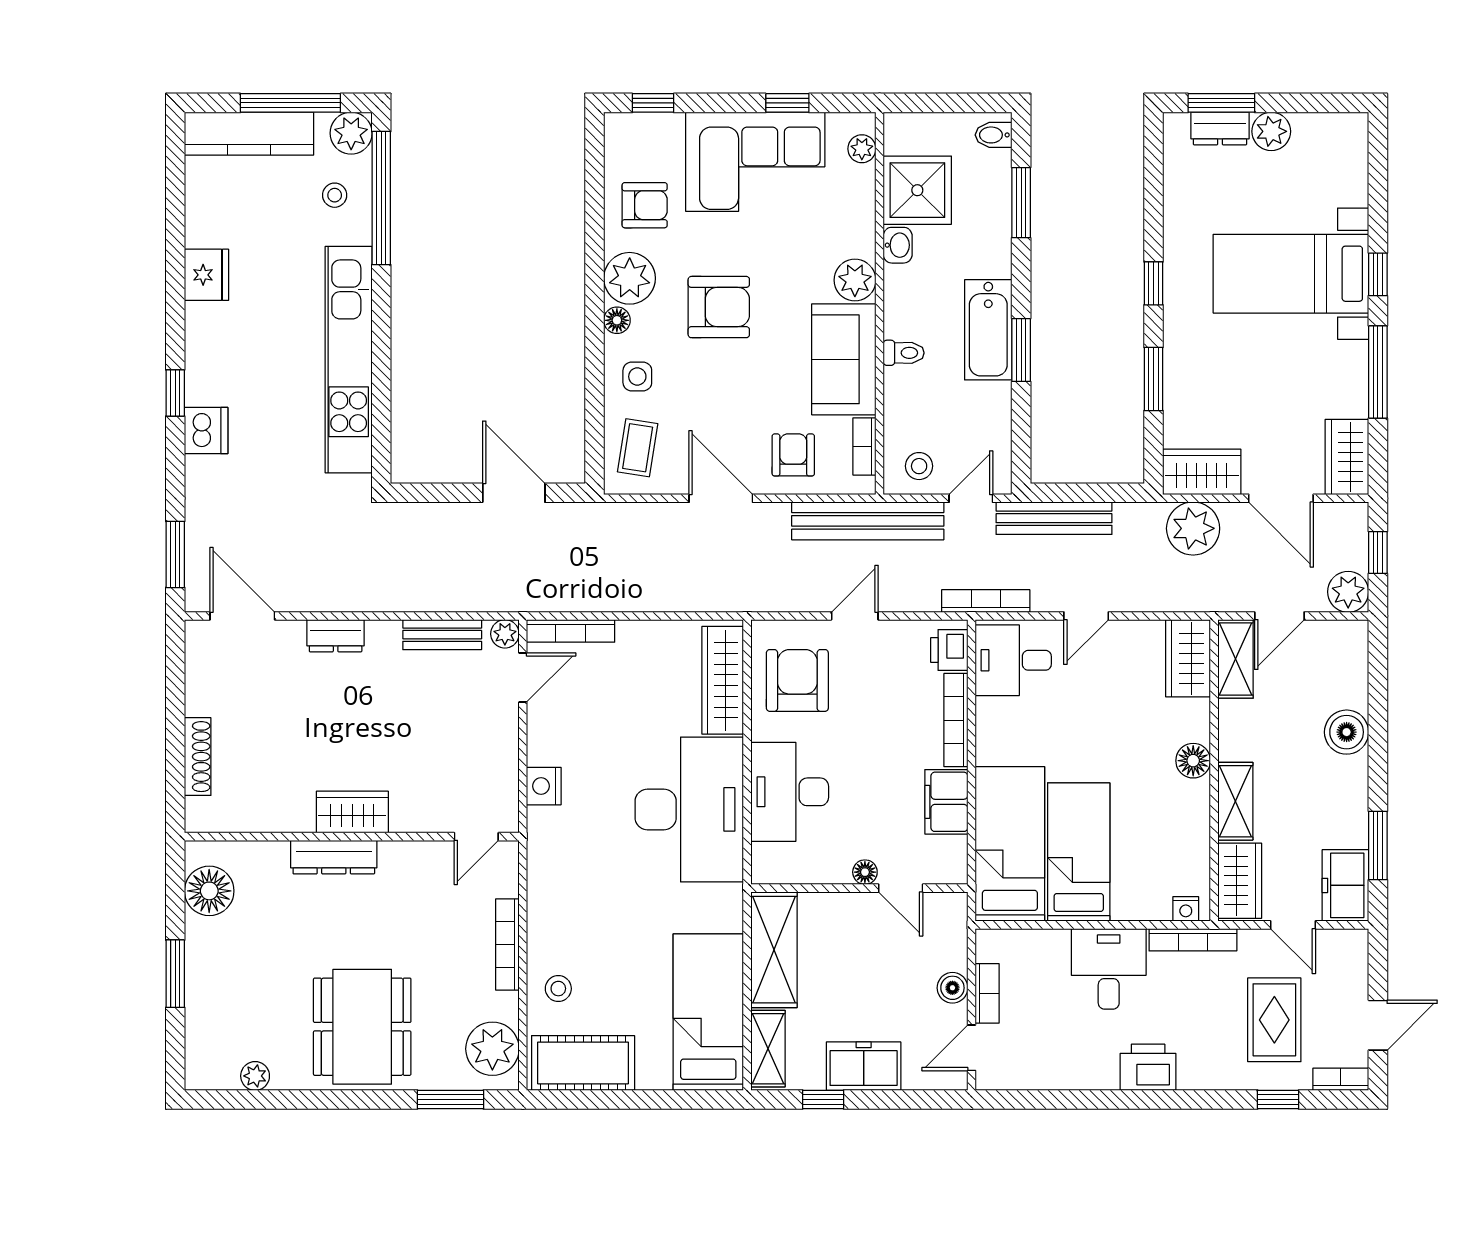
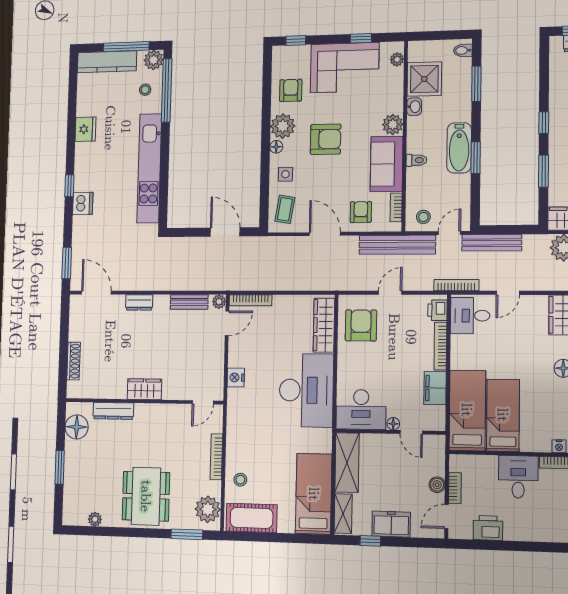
armchair: (645, 205) -> (291, 90), turned -90
desk: (790, 792) -> (361, 409), moved, turned -90
dresser: (334, 857) -> (113, 411), moved
printer: (1148, 1067) -> (488, 528), moved

